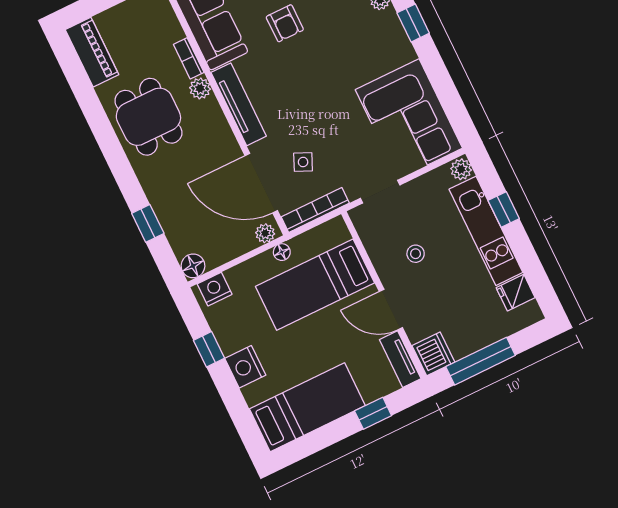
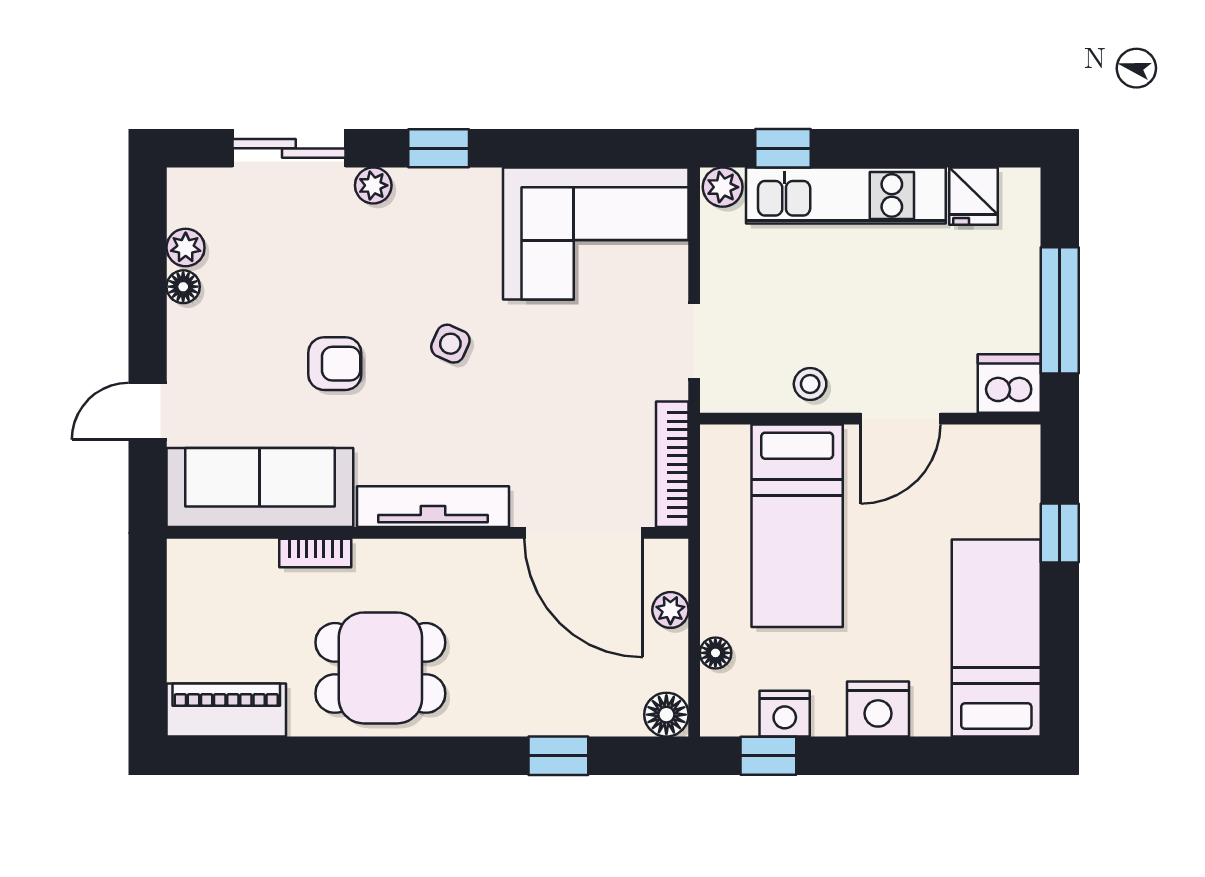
plant: (200, 88) -> (375, 559), removed
side table: (303, 162) -> (450, 344), moved
door: (261, 183) -> (584, 533), hinge flipped
window: (504, 210) -> (783, 148), moved
plant: (265, 233) -> (670, 610), moved
floor lamp: (282, 252) -> (715, 653), moved
stool: (416, 254) -> (810, 384), moved
nightstand: (215, 289) -> (785, 714), moved, turned -90
window: (209, 349) -> (768, 756), moved
tv unit: (400, 359) -> (991, 443), removed

